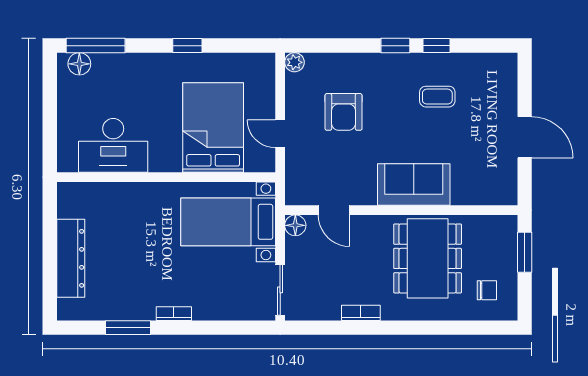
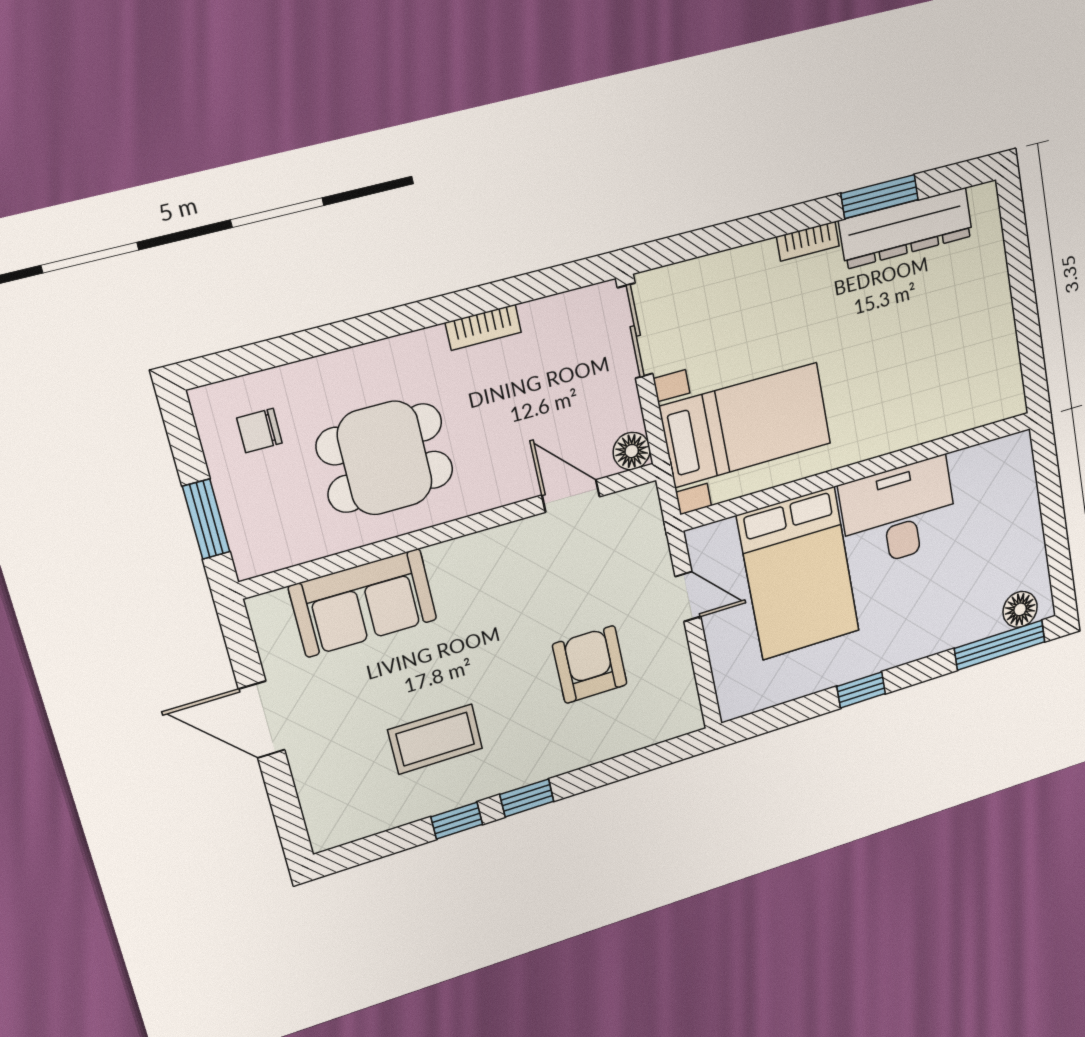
plant: (294, 62) -> (687, 718), removed
coffee table: (437, 97) -> (435, 739), width x1.36, depth x1.30
desk: (113, 145) -> (899, 513), moved
sofa: (414, 184) -> (363, 603), moved
dresser: (71, 258) -> (906, 228), moved, turned -90
dining table: (428, 258) -> (385, 458), width x0.73

